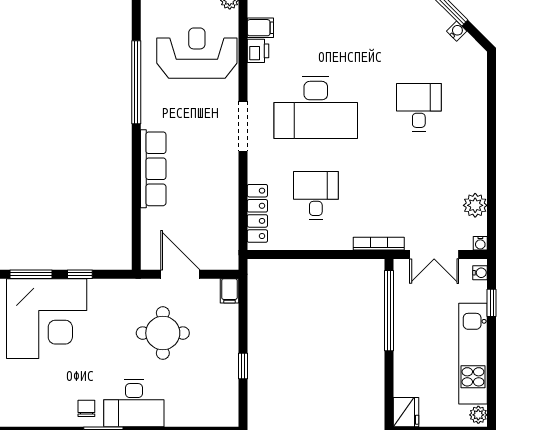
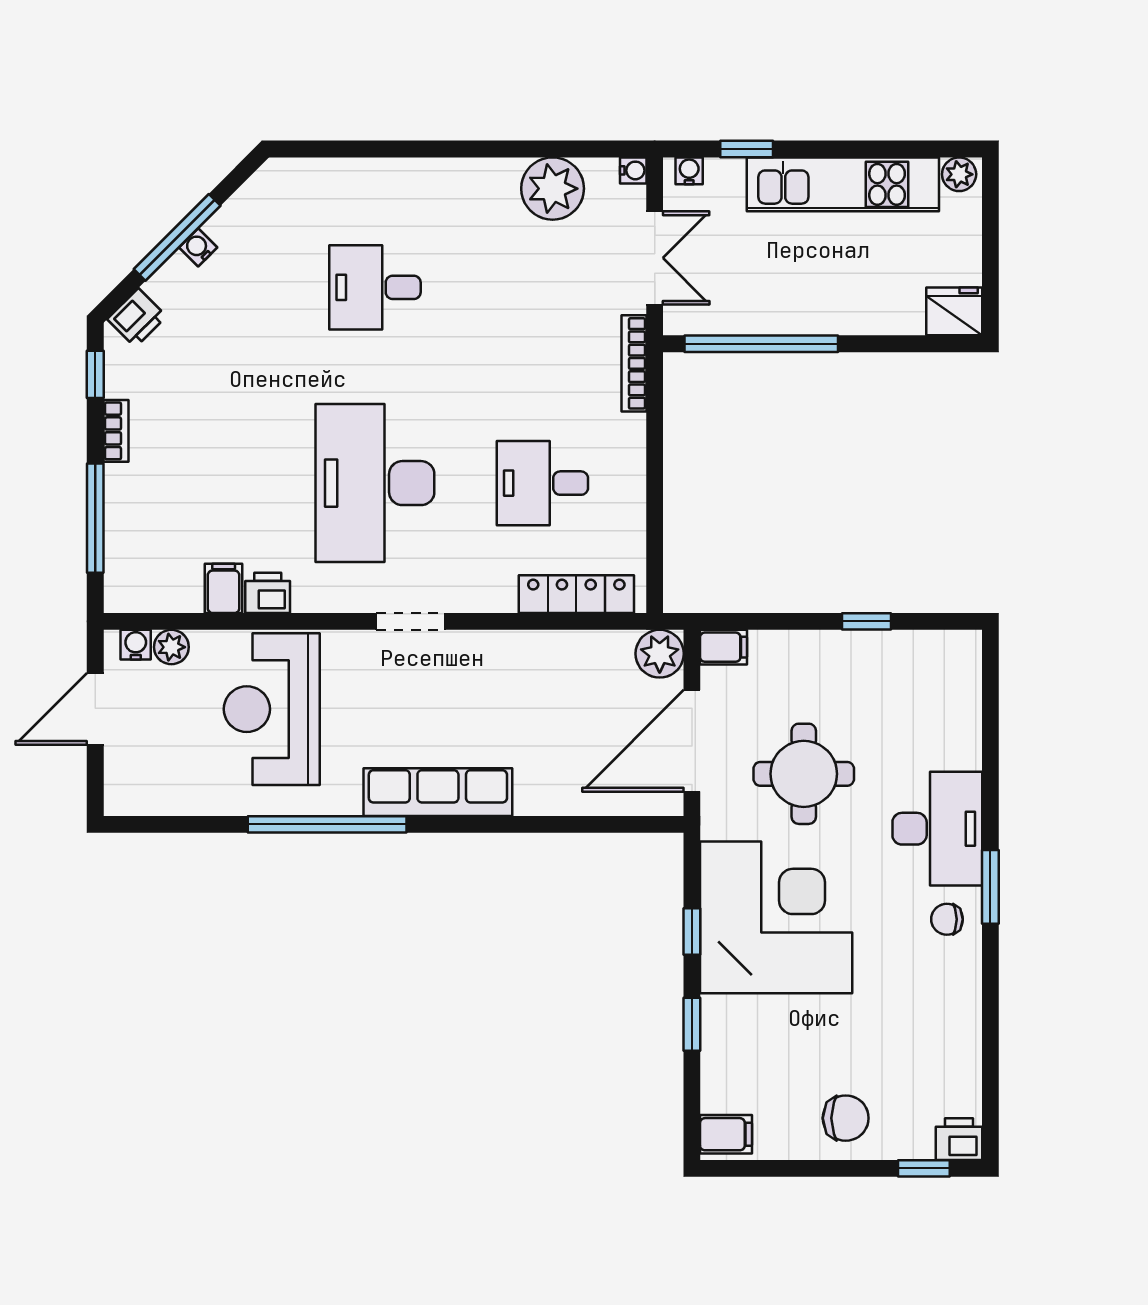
water cooler: (457, 31) -> (198, 247), moved
desk: (316, 107) -> (375, 483), turned 180
doorway: (243, 126) -> (411, 621), width x0.73
row of seats: (153, 169) -> (438, 792), moved
plant: (475, 205) -> (553, 189), width x1.36, depth x1.36
plant: (226, 257) -> (660, 654), added
window: (31, 274) -> (692, 1024), width x0.67
door: (180, 274) -> (692, 741), width x1.36
corner desk: (47, 319) -> (776, 917), moved

